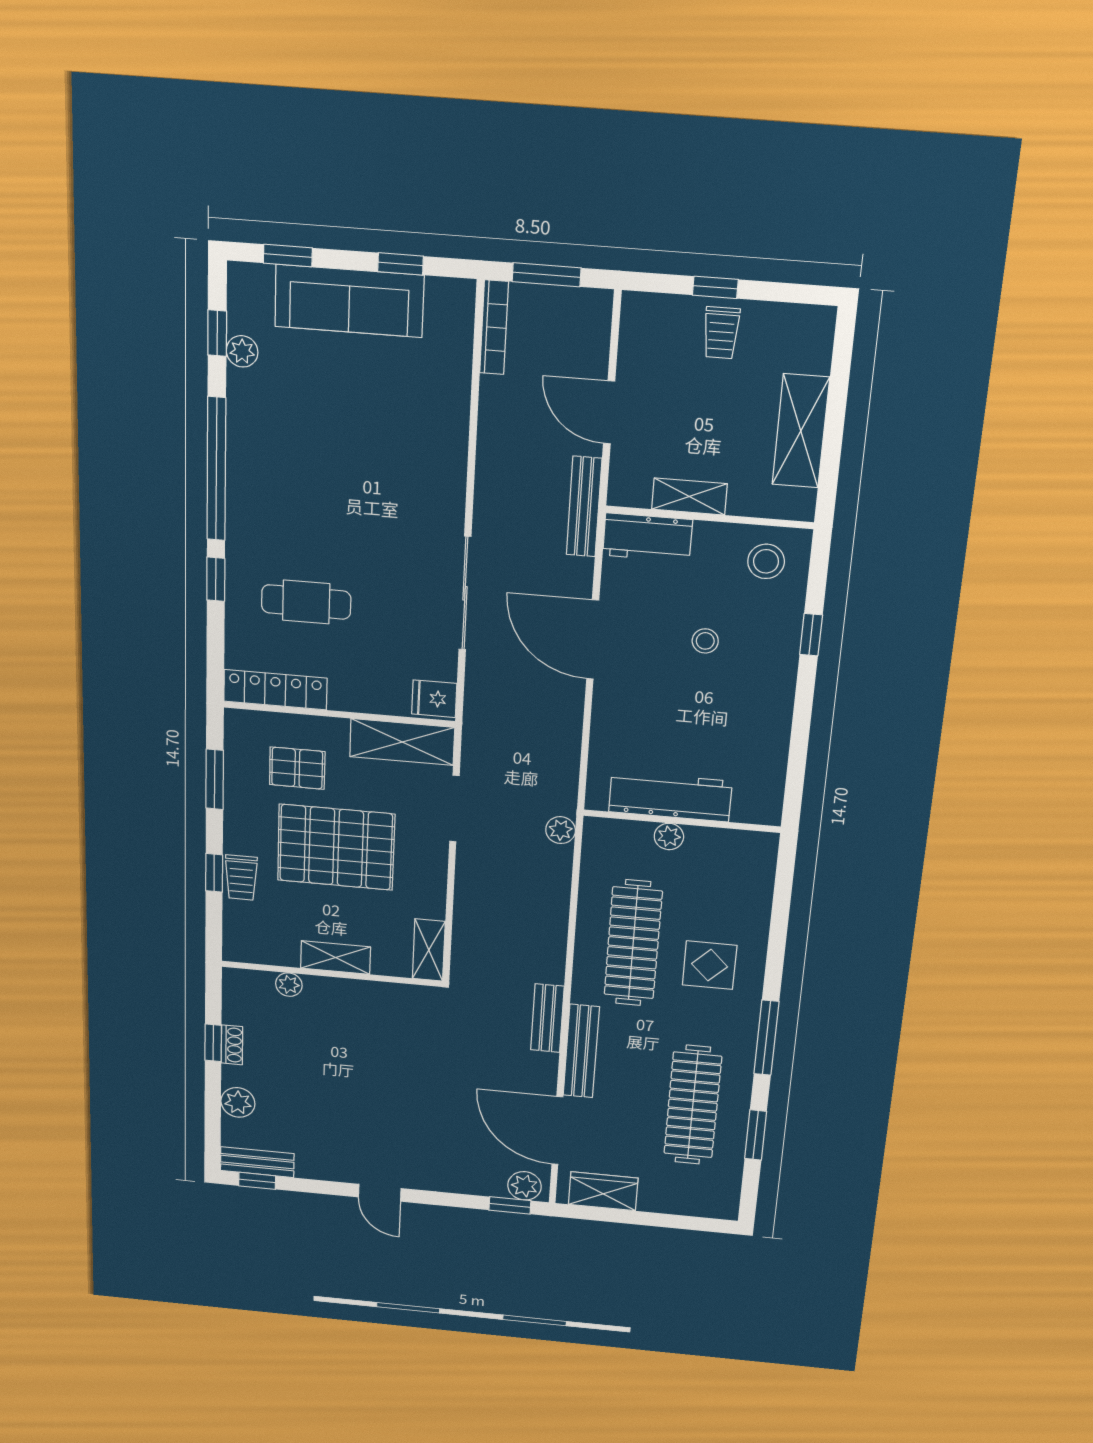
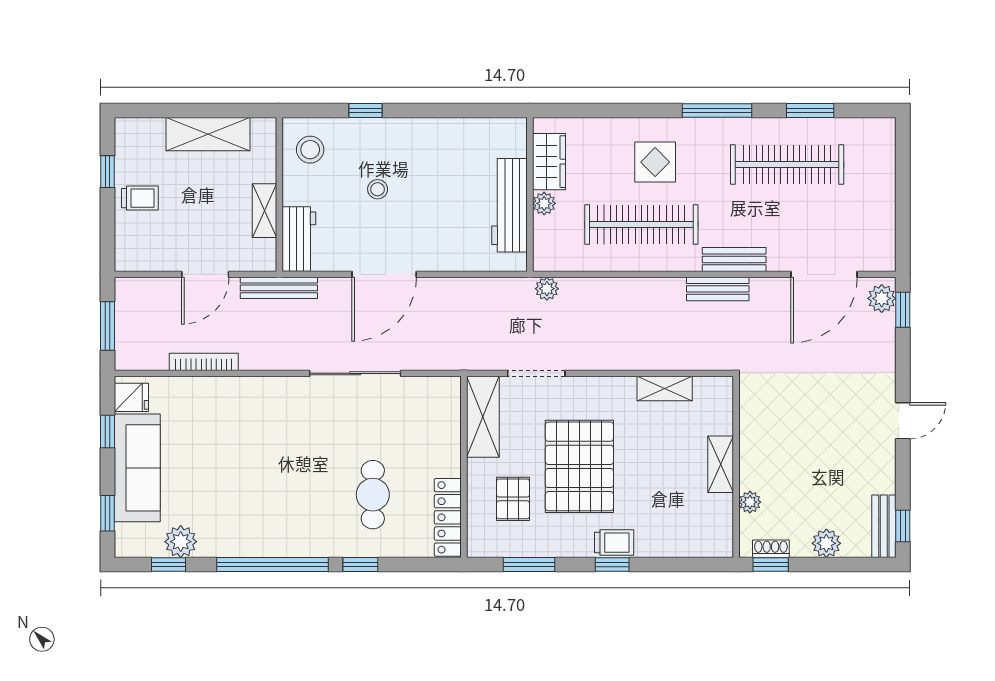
window: (715, 287) -> (107, 172), moved
bookcase: (494, 327) -> (204, 362), moved
plant: (242, 351) -> (181, 542), width x1.38, depth x1.38
fridge: (434, 699) -> (131, 397), moved, turned -90
shelving: (336, 958) -> (721, 464), moved
wall: (332, 974) -> (736, 467), moved
plant: (289, 985) -> (750, 502), moved
bench: (581, 1051) -> (734, 259), width x0.73
wardrobe: (603, 1191) -> (549, 162), moved, turned 180

